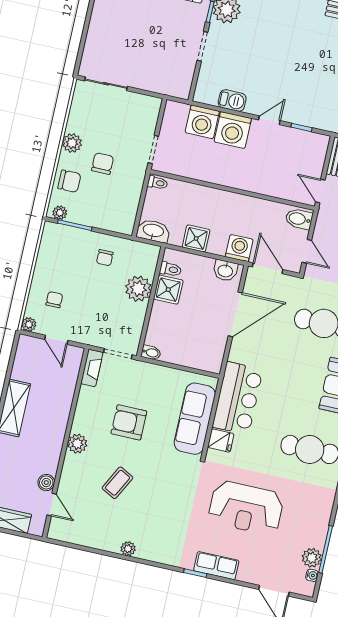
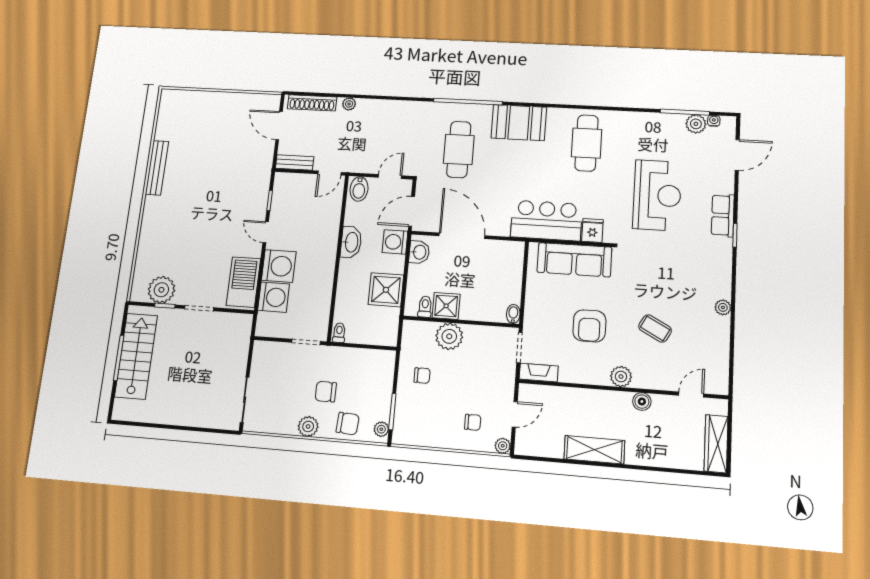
barbecue: (232, 100) -> (243, 282), width x1.88, depth x1.53
chair: (69, 181) -> (348, 424), turned 94
washbasin: (153, 231) -> (351, 242), moved, turned 180
shower: (196, 238) -> (386, 290), width x1.36, depth x1.36
chair: (54, 300) -> (473, 422), turned 180
boiler: (46, 483) -> (642, 402), moved

